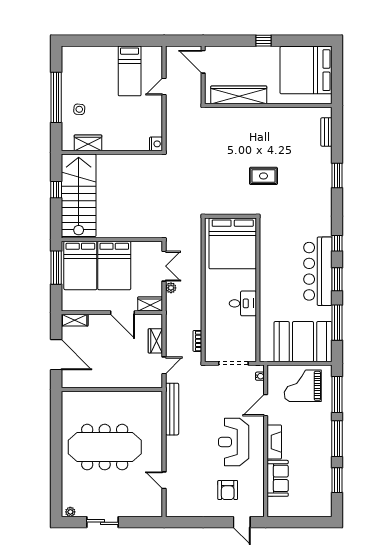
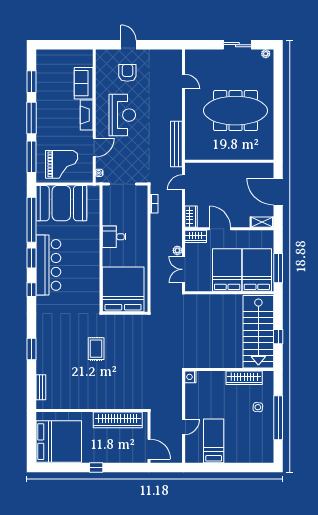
wardrobe: (88, 143) -> (244, 378), width x1.50
rug: (263, 176) -> (96, 349), turned 90
window: (337, 323) -> (31, 220), width x1.46
wardrobe: (155, 341) -> (191, 217), moved
door: (242, 522) -> (129, 45), moved

